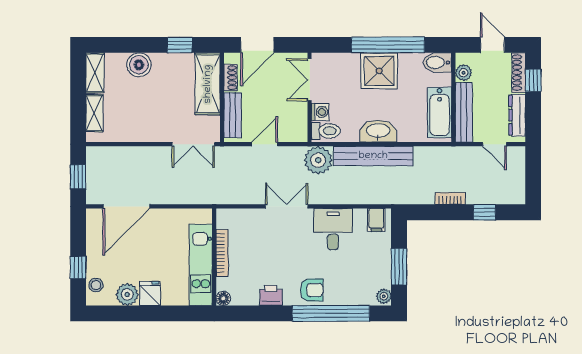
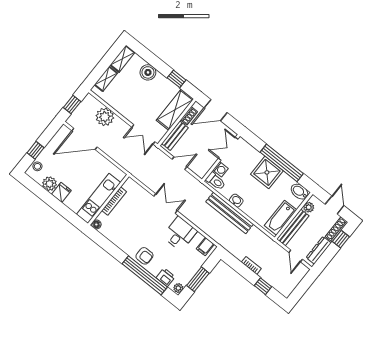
washbasin: (378, 131) -> (236, 201), width x0.52, depth x0.69
plant: (318, 160) -> (105, 117), moved
printer: (271, 295) -> (166, 277), moved

